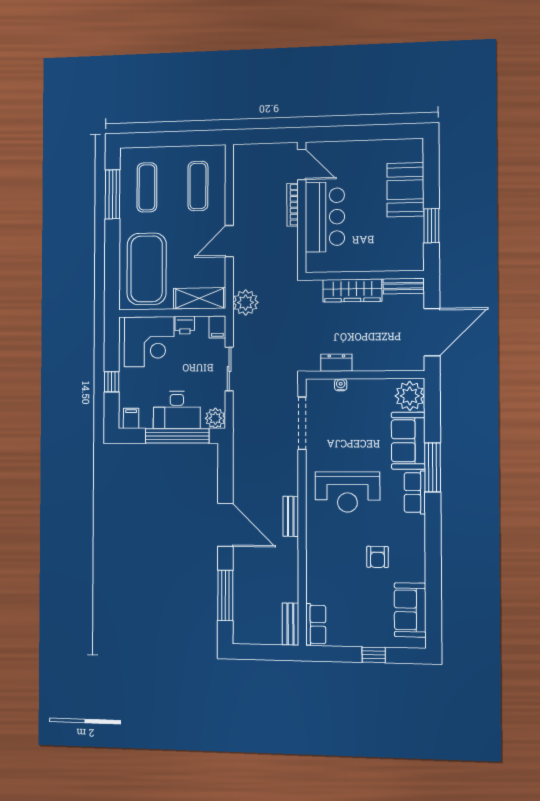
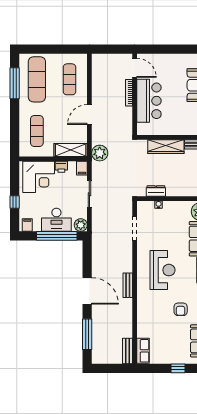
exercise mat: (147, 187) -> (37, 79), width x1.36, depth x1.45
exercise mat: (147, 269) -> (37, 131), width x0.50, depth x0.69
doorway: (302, 423) -> (135, 228), width x0.73
reception desk: (347, 492) -> (162, 270), turned -90

